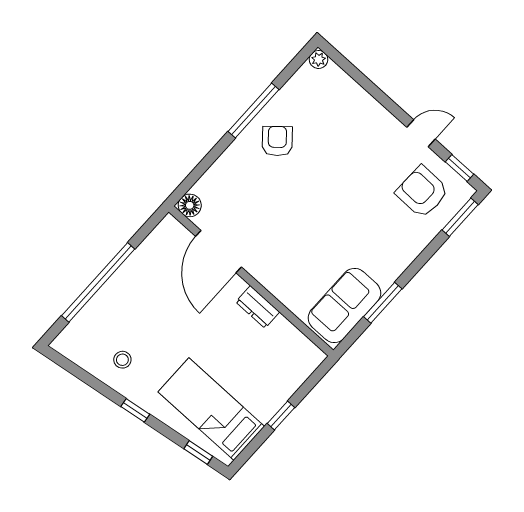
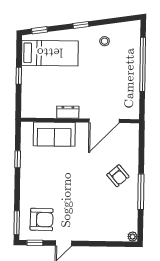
armchair: (277, 141) -> (118, 176), moved
floor lamp: (190, 205) -> (133, 129), removed
door: (218, 252) -> (104, 121), swing flipped
window: (383, 303) -> (18, 159), width x0.67
sofa: (344, 305) -> (54, 134), moved, turned 90

